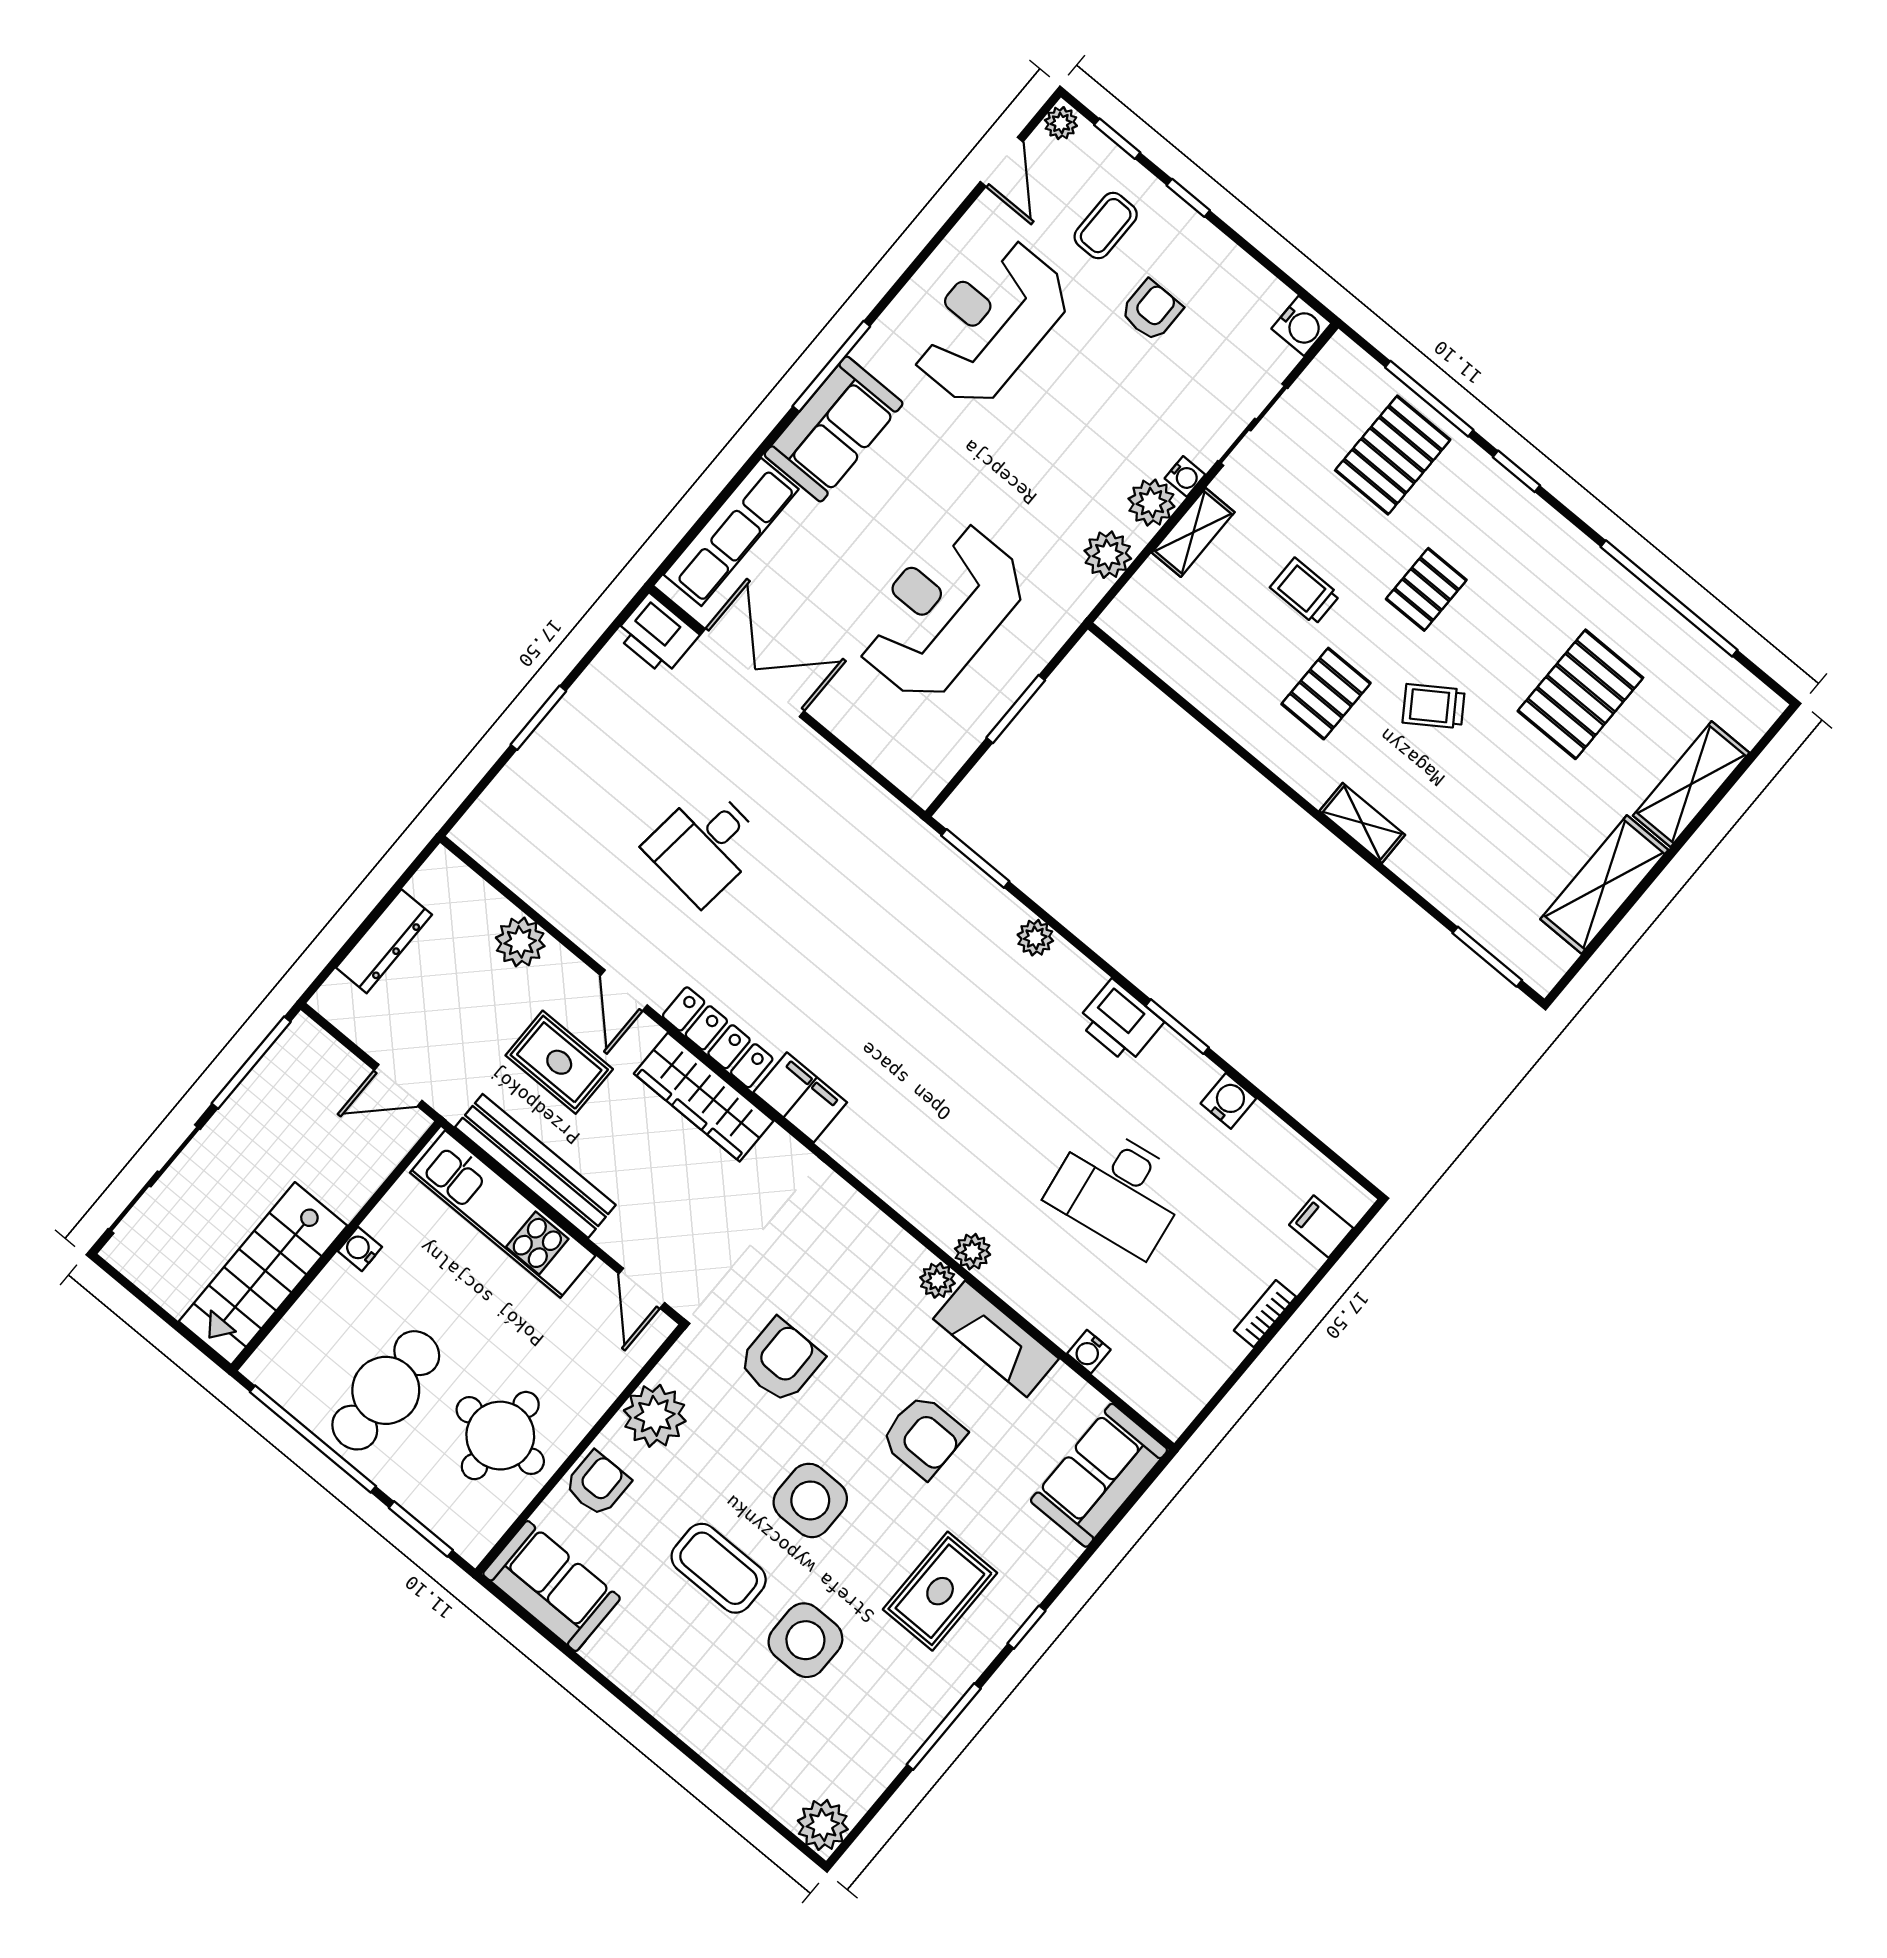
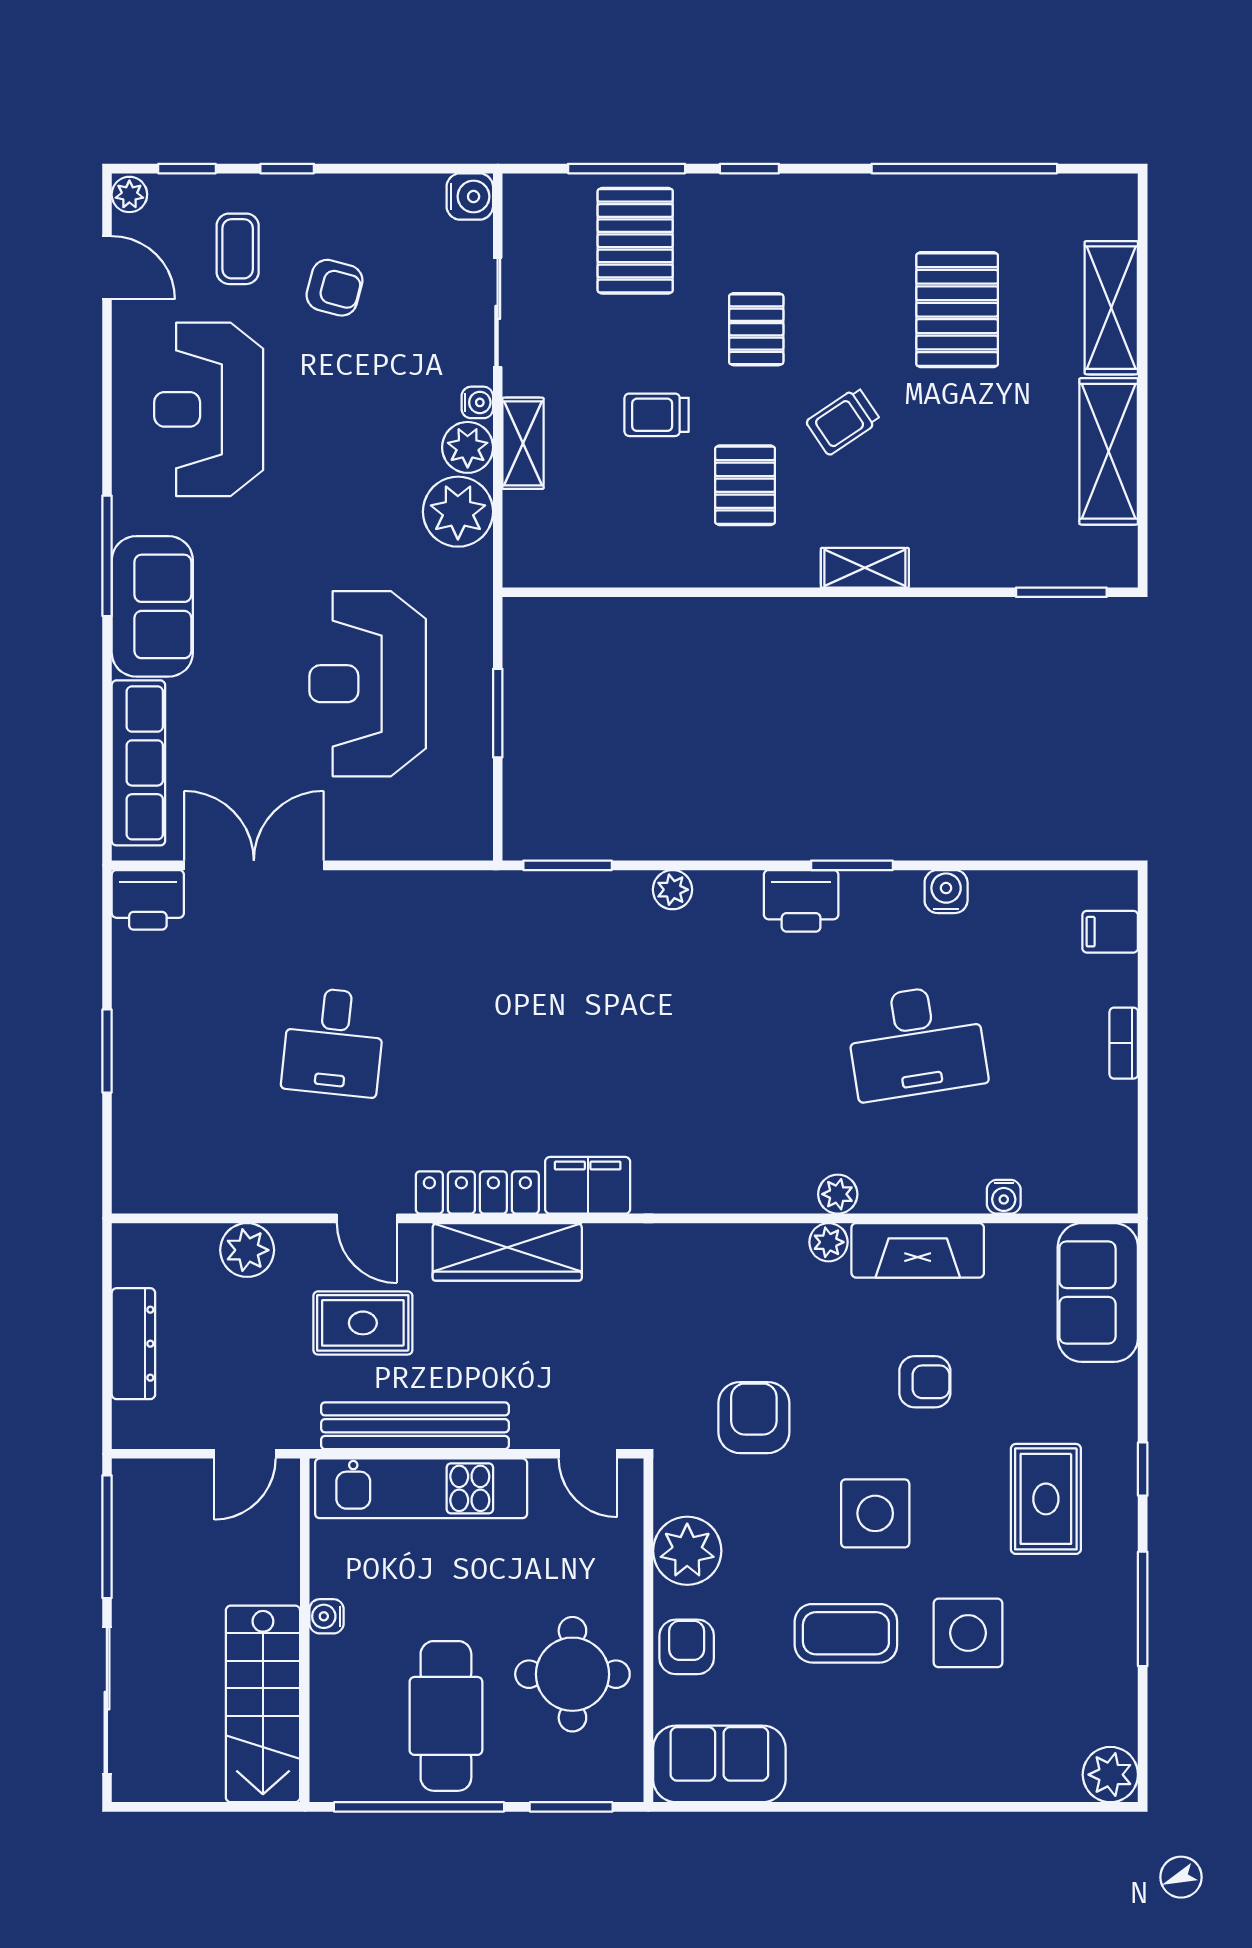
armchair: (1151, 310) -> (334, 288), turned 105
plant: (1108, 555) -> (458, 512), width x1.36, depth x1.36
armchair: (923, 1436) -> (925, 1382), width x0.72, depth x0.72

